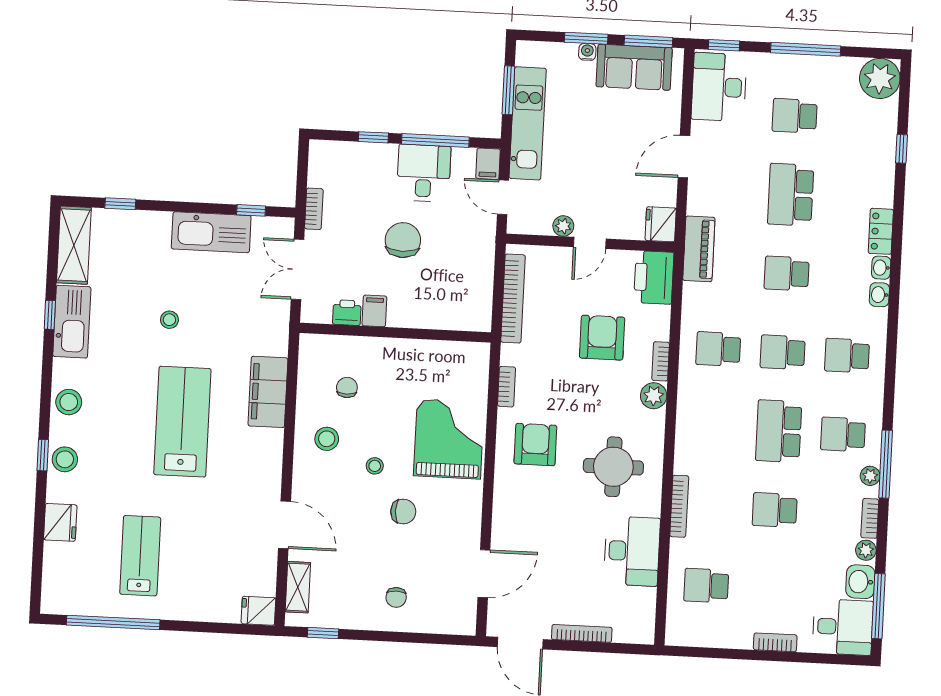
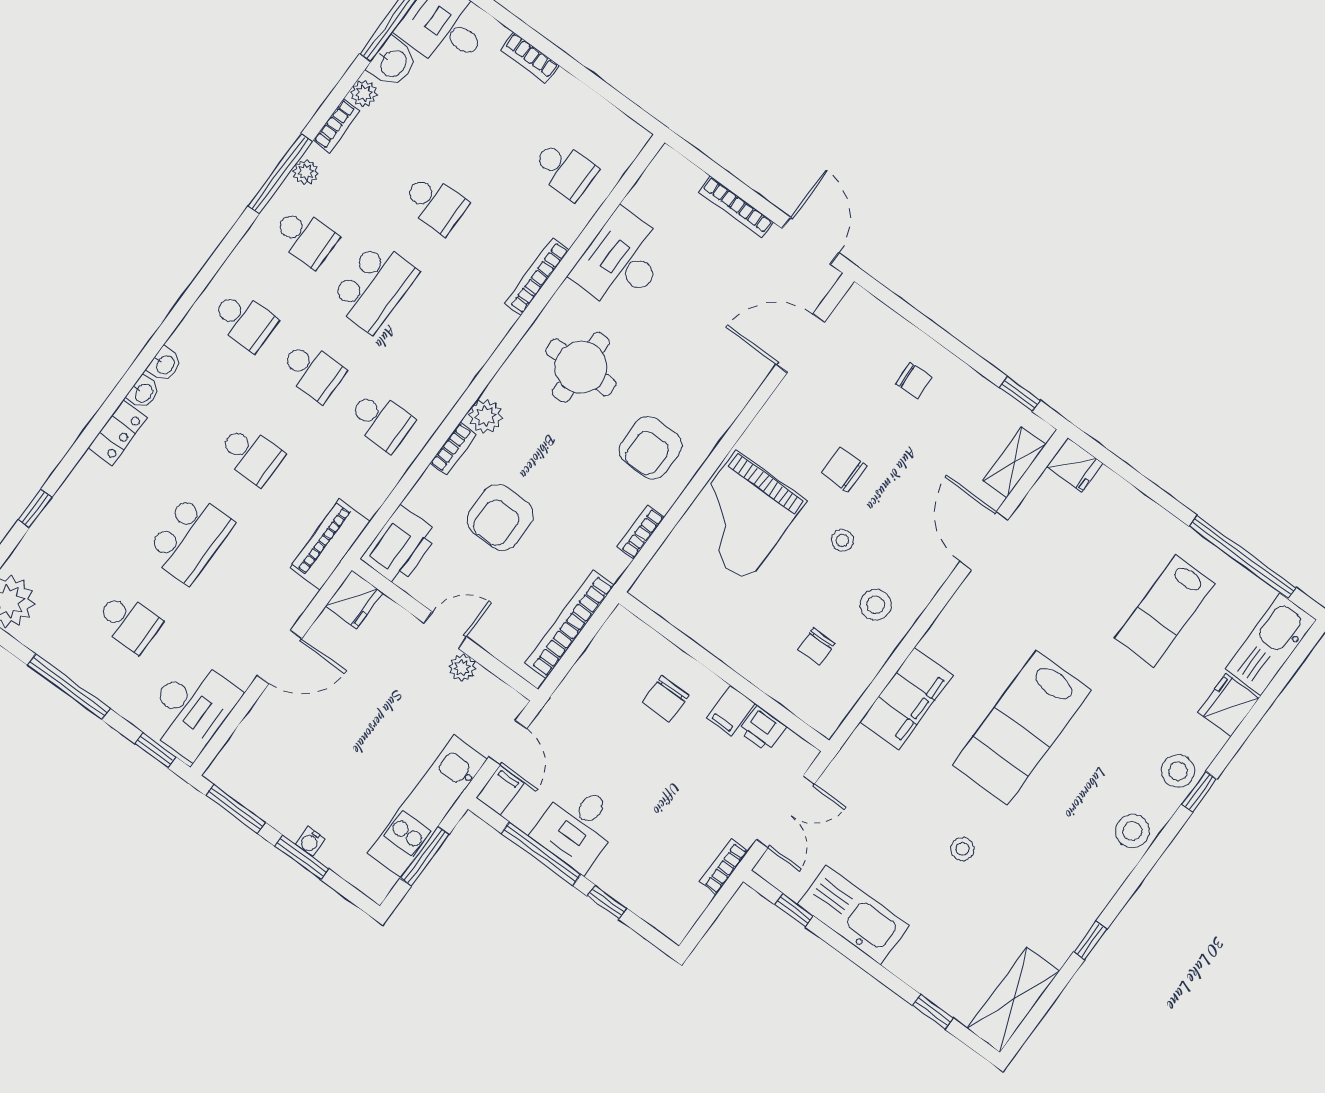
sofa: (634, 67) -> (270, 791), removed
chair: (403, 240) -> (665, 699), moved, width x0.73, depth x0.73
kitchen sink: (72, 322) -> (1271, 644), moved
chair: (396, 597) -> (914, 380), turned 87

